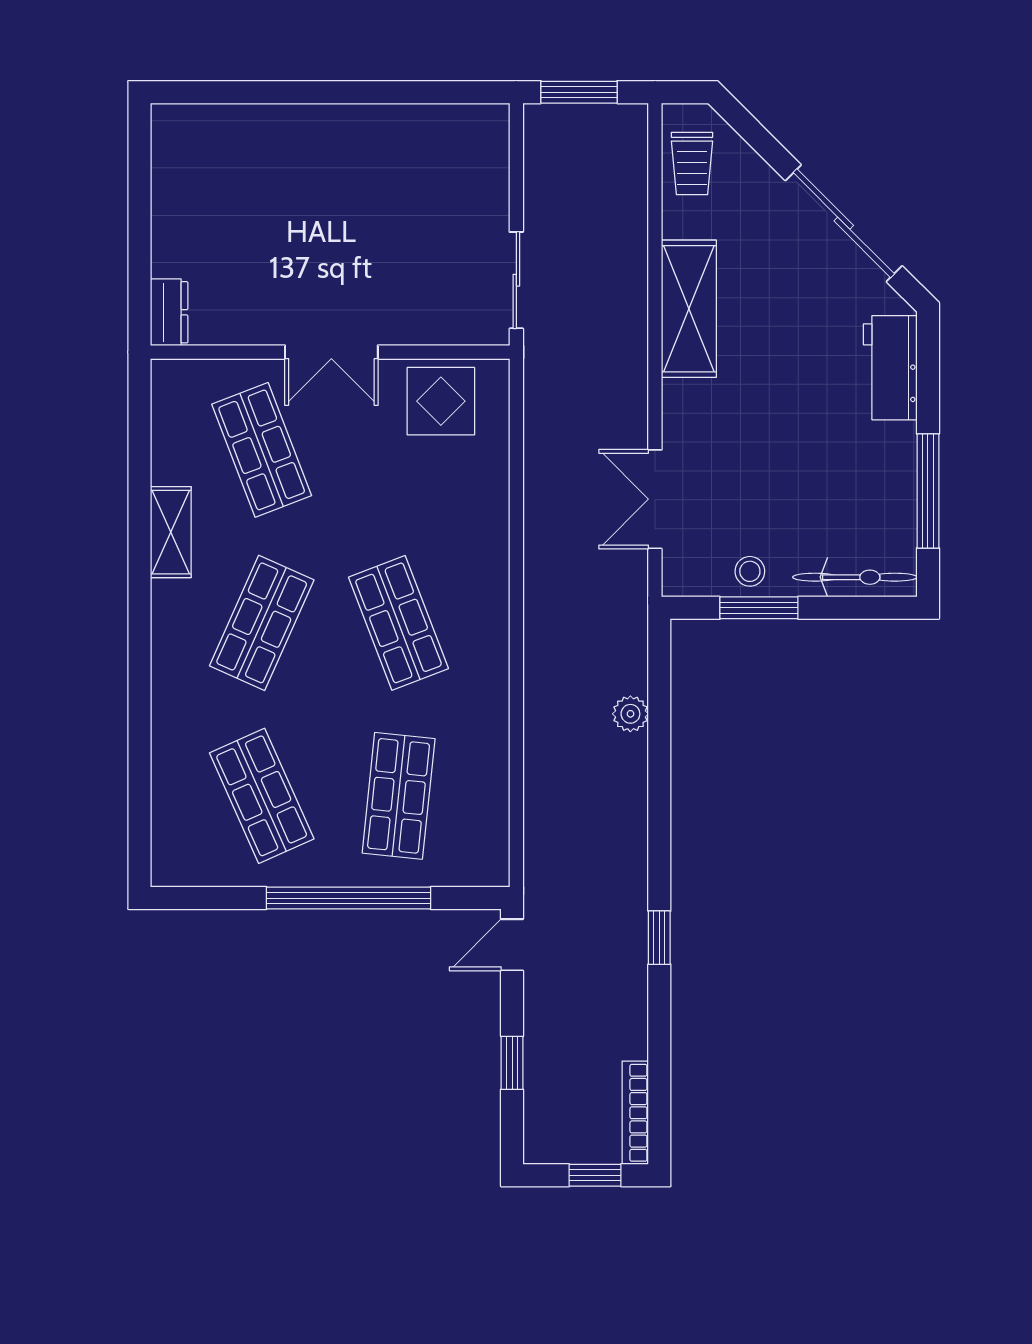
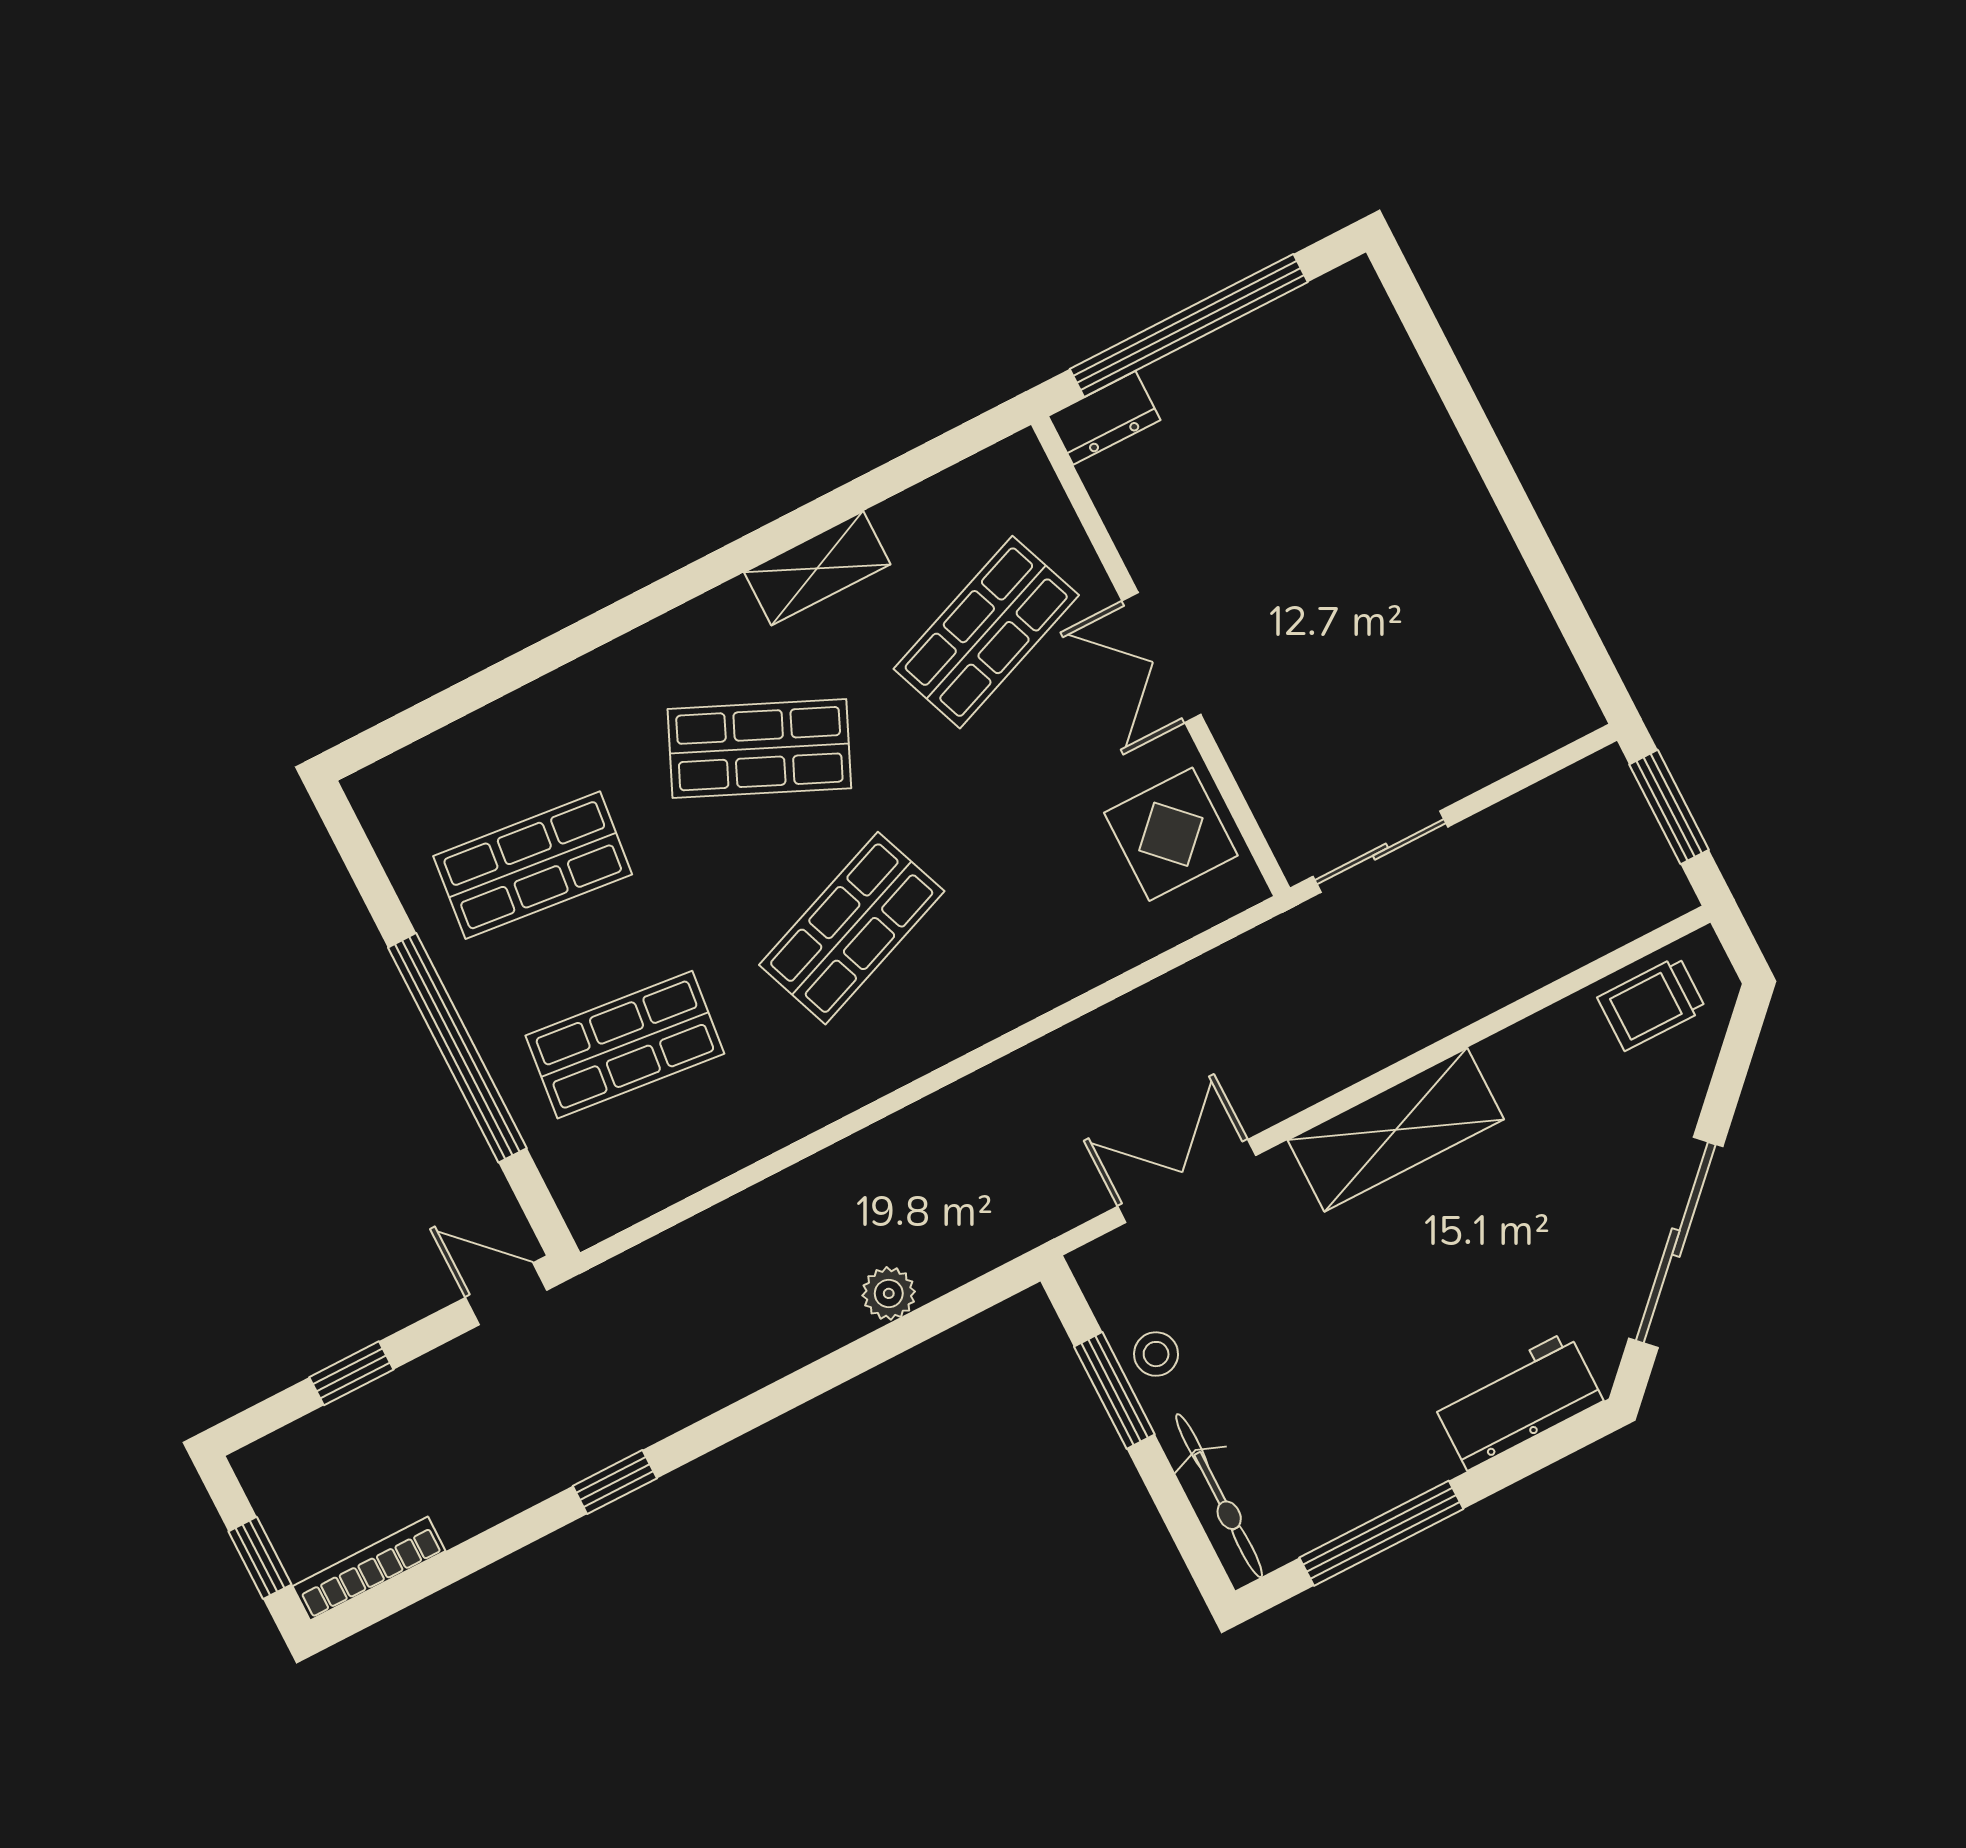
window: (139, 233) -> (1189, 325), added
shelving: (689, 309) -> (1396, 1130), moved
shop shelf: (262, 796) -> (533, 865), turned 30

